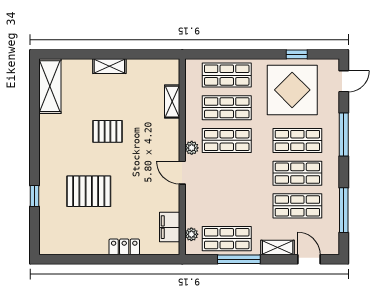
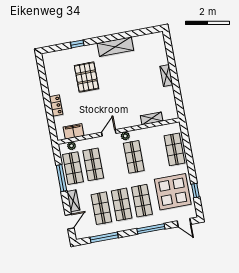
shelving: (50, 86) -> (115, 47), moved
shop shelf: (227, 108) -> (93, 164), moved
pallet: (108, 131) -> (126, 82), removed

